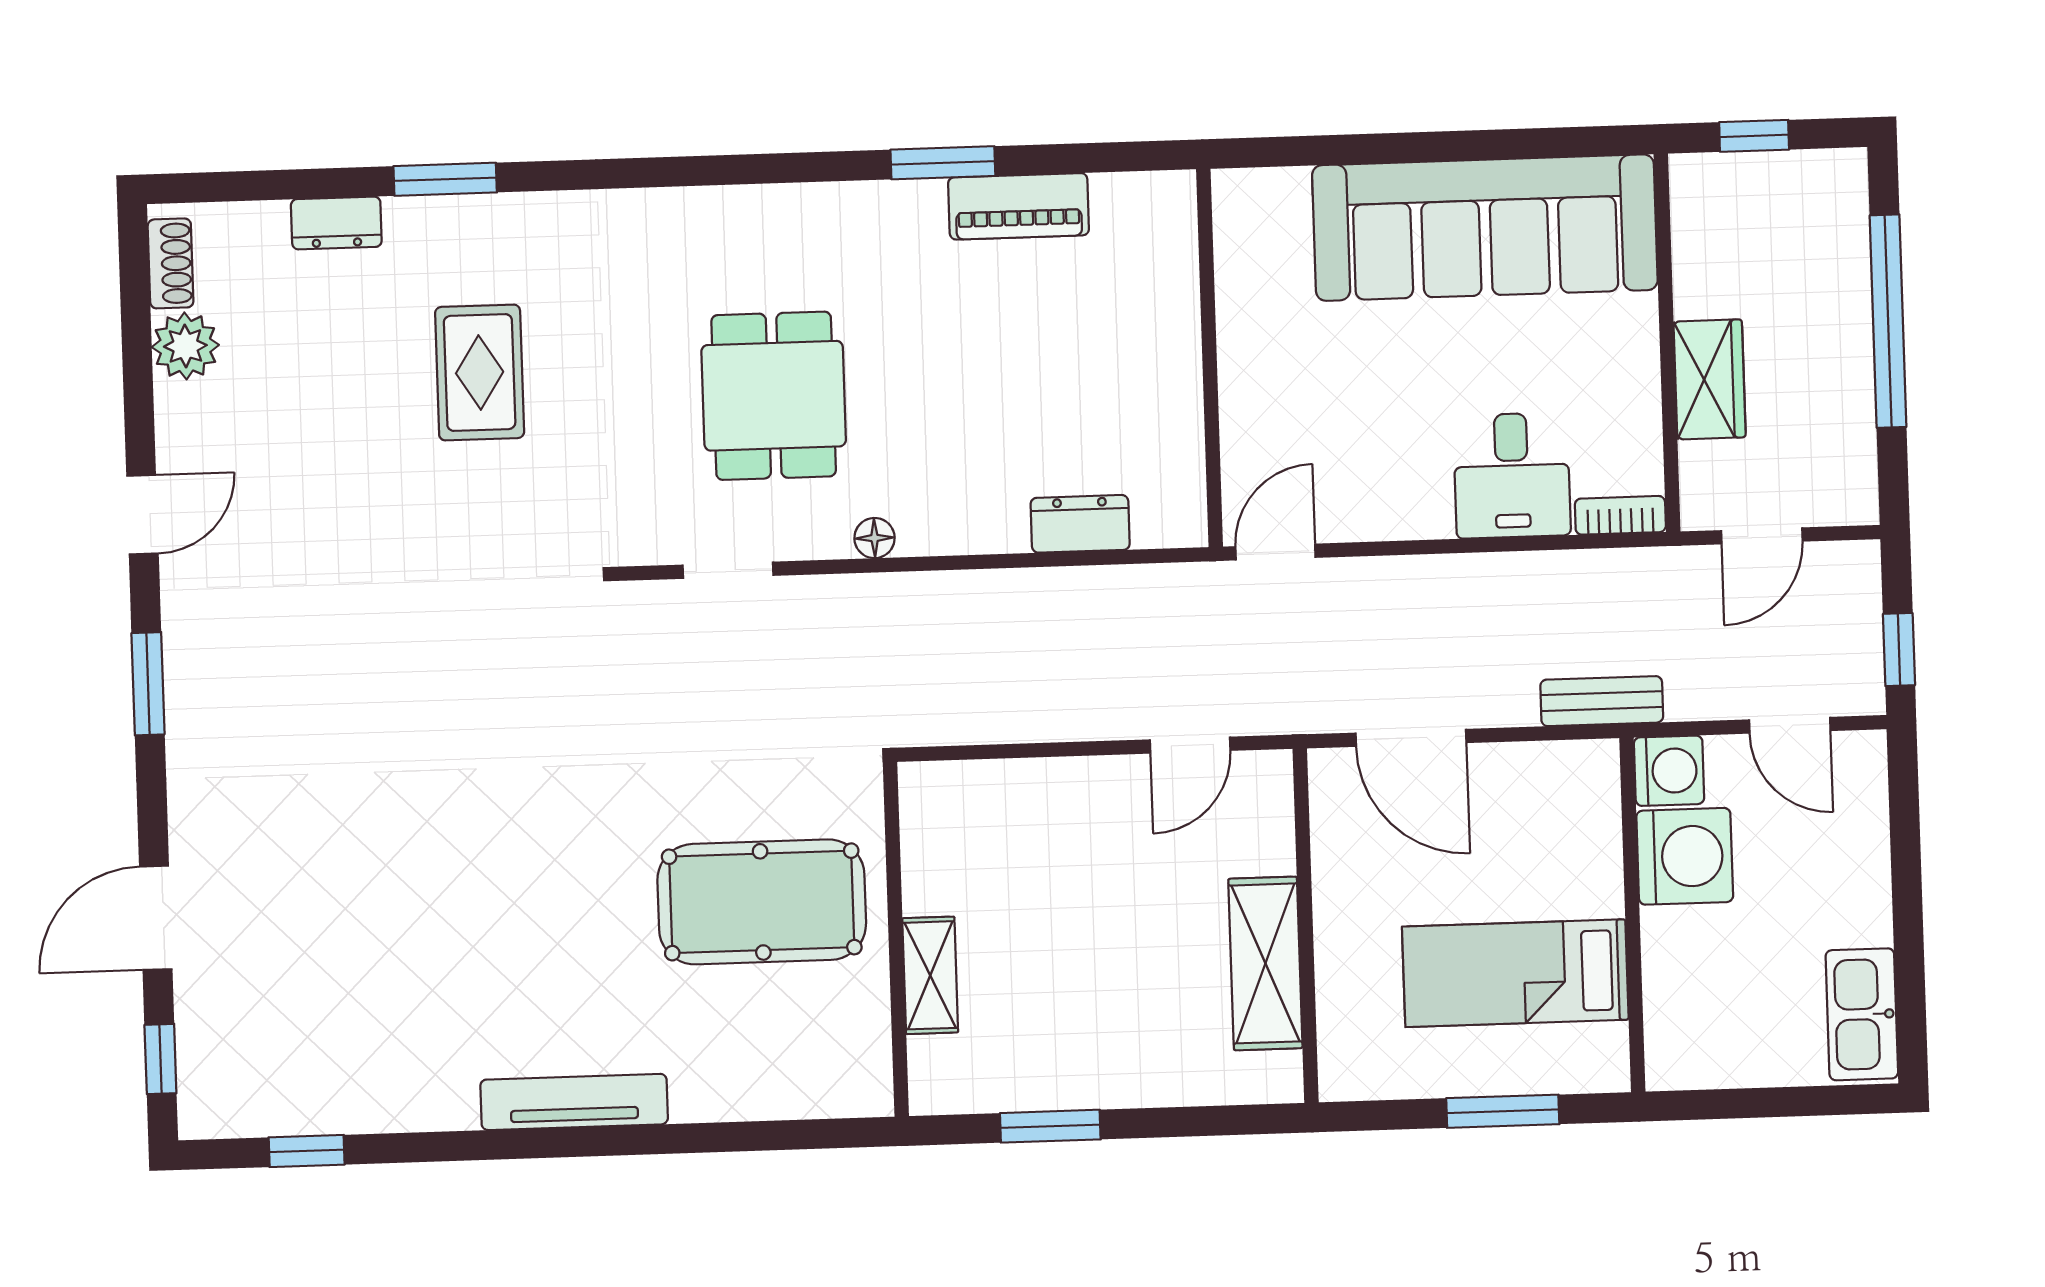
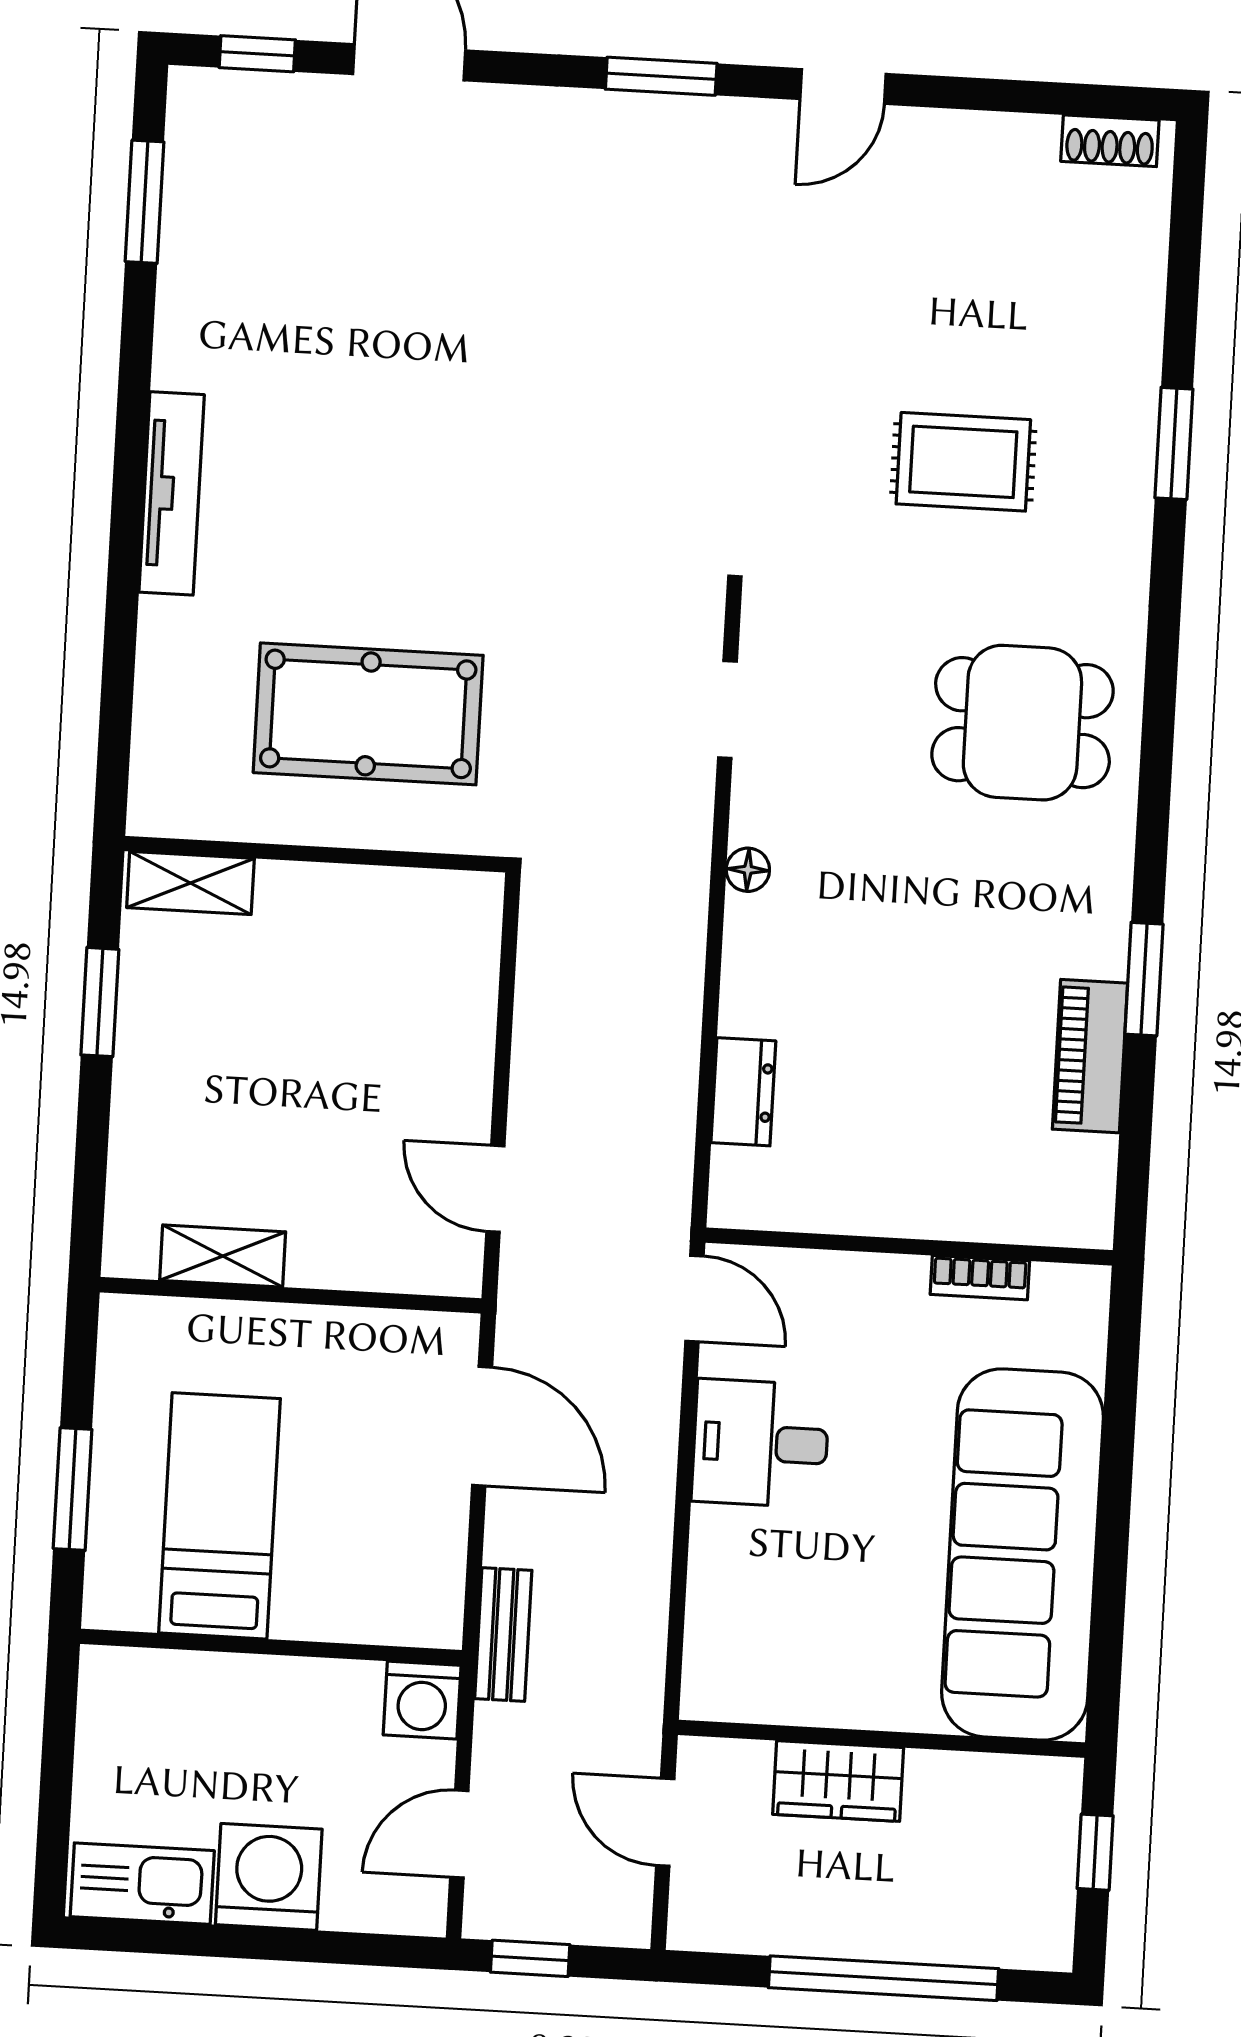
dresser: (336, 223) -> (1137, 322), removed
plant: (185, 346) -> (1020, 149), removed
dining table: (774, 396) -> (1022, 723), moved
desk: (1512, 475) -> (761, 1443), moved
door: (142, 515) -> (843, 86), hinge flipped
bookcase: (1620, 515) -> (980, 1278), moved, turned 90
door: (1411, 738) -> (482, 1426), swing flipped
washing machine: (1685, 856) -> (269, 1877), moved, turned 180
pool table: (762, 902) -> (368, 714), turned 90
shelving: (1265, 963) -> (223, 1256), width x0.67, depth x0.75
shelving: (930, 975) -> (190, 883), moved
window: (307, 1151) -> (145, 202), width x1.50

